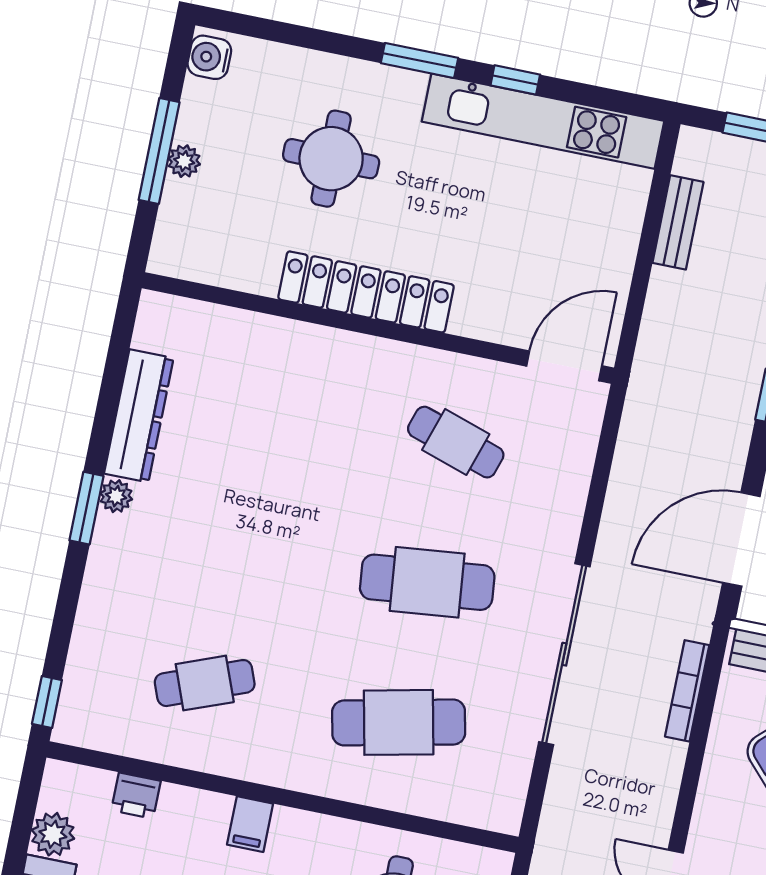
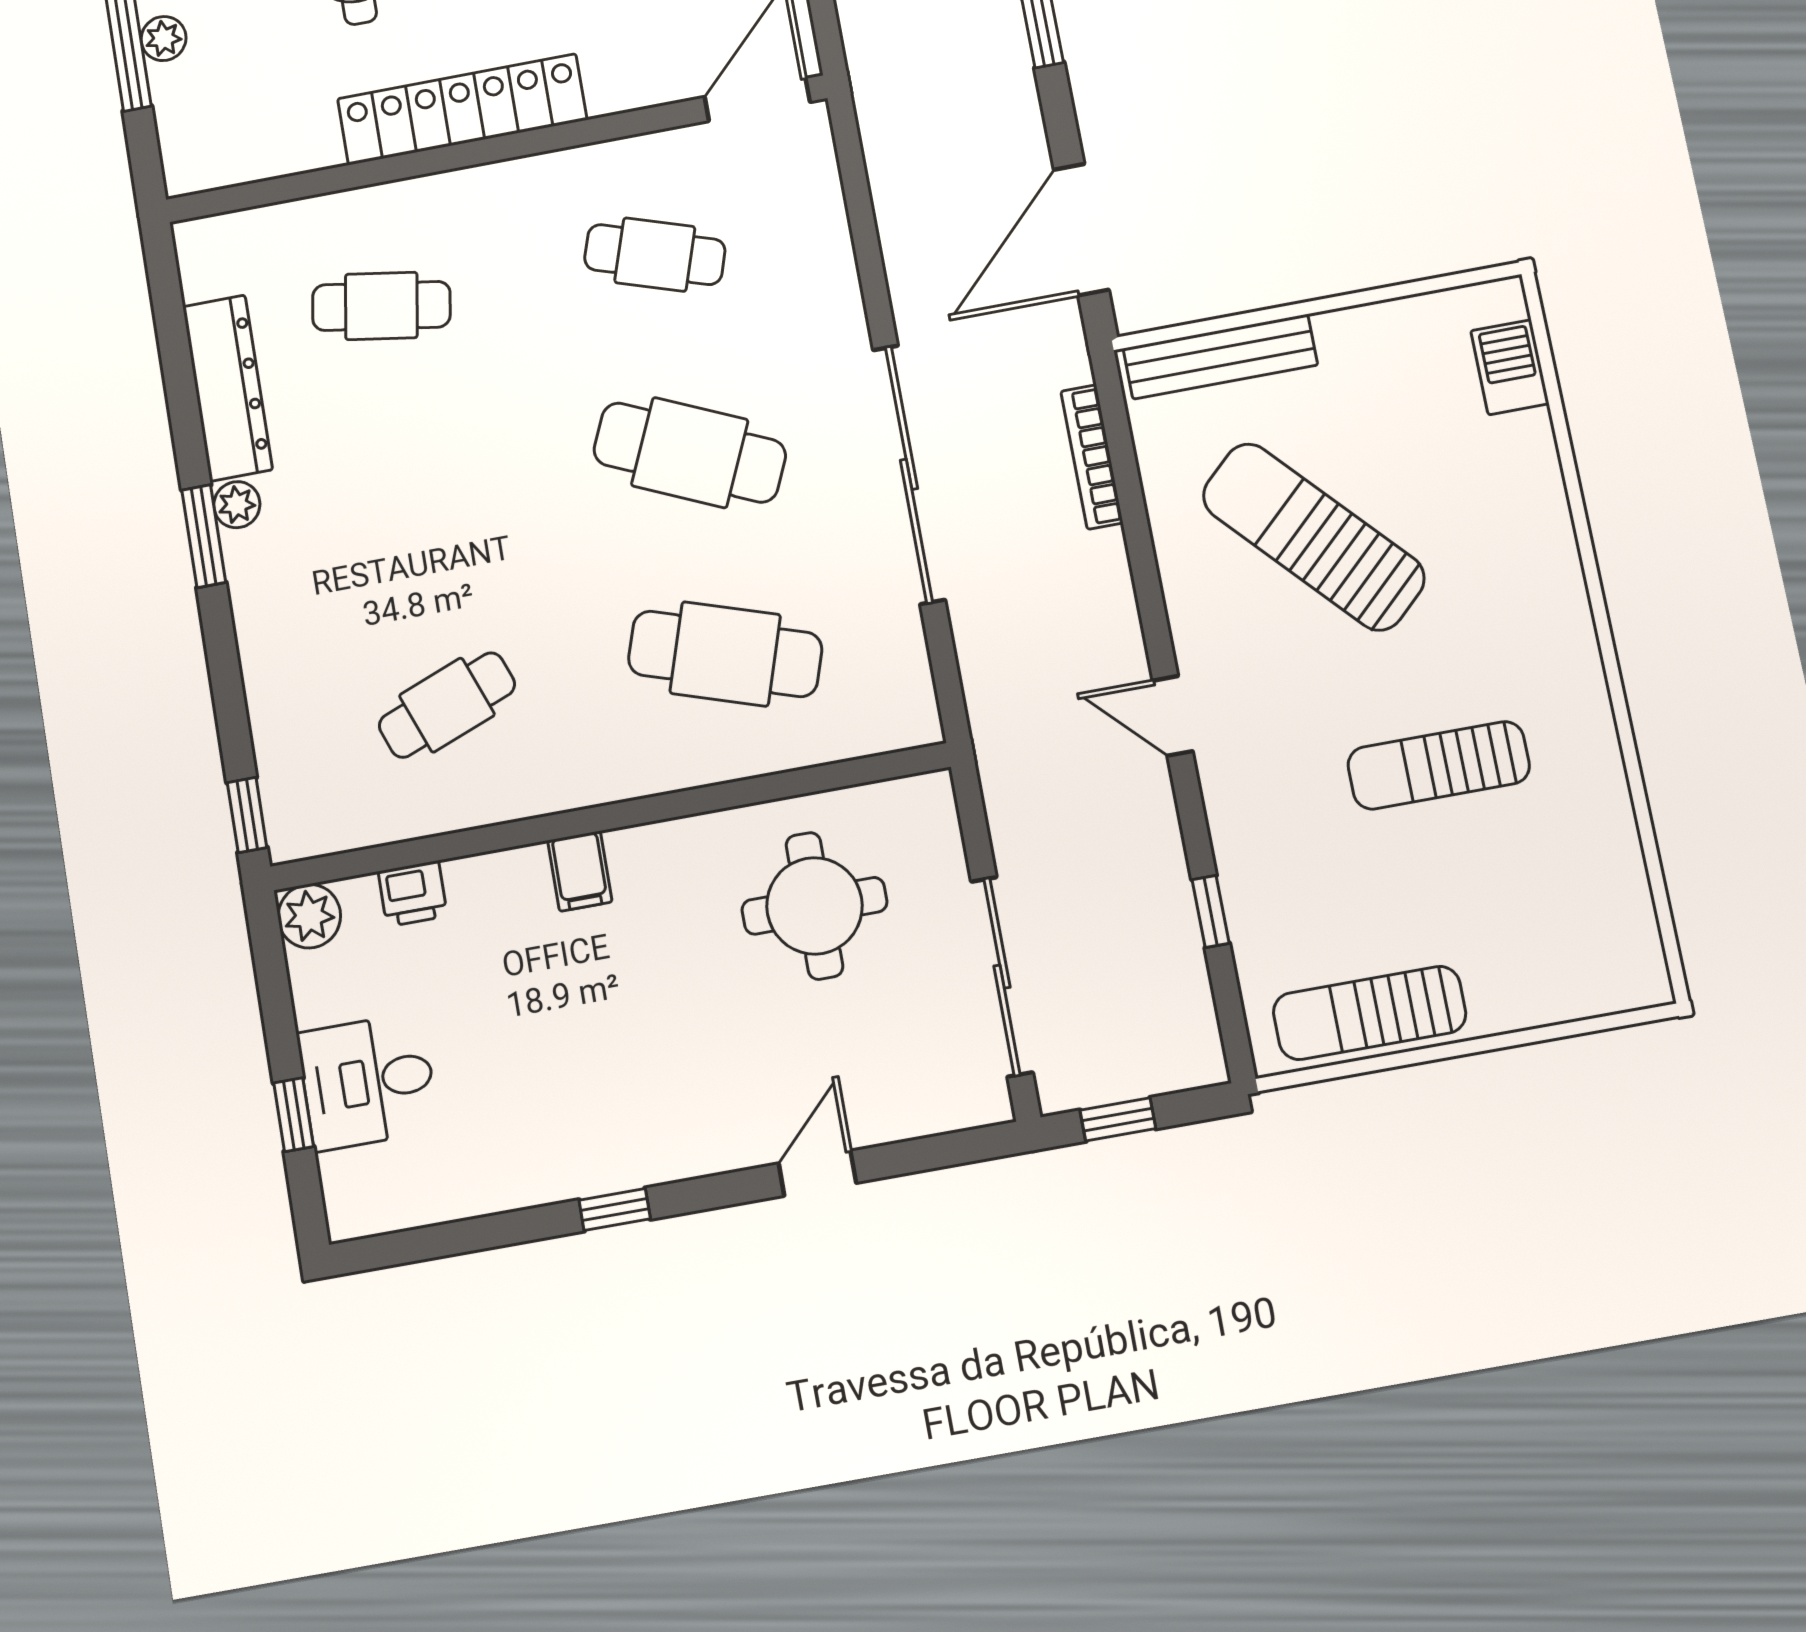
cafe table: (262, 403) -> (381, 306), added
cafe table: (427, 582) -> (690, 453), turned 30
cafe table: (399, 722) -> (725, 654), turned 30
plant: (53, 834) -> (309, 916), moved

